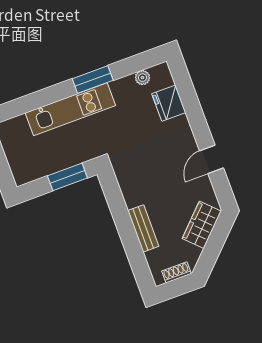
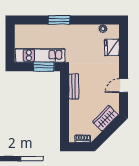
window: (93, 80) -> (59, 20), moved
kitchen unit: (70, 109) -> (40, 55), moved, turned 180
bench: (143, 228) -> (74, 86), moved

